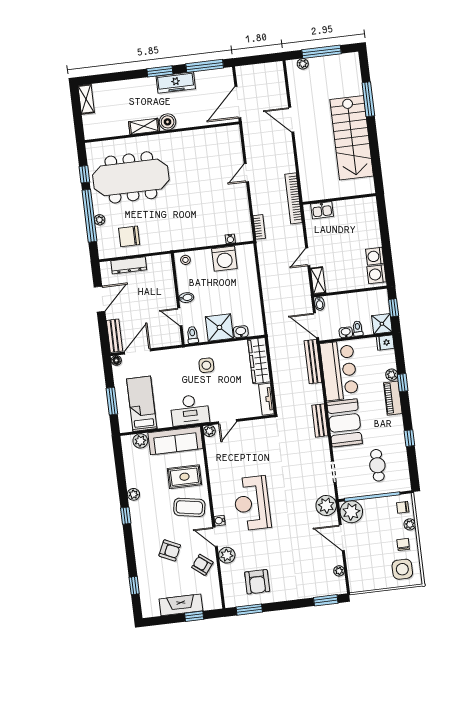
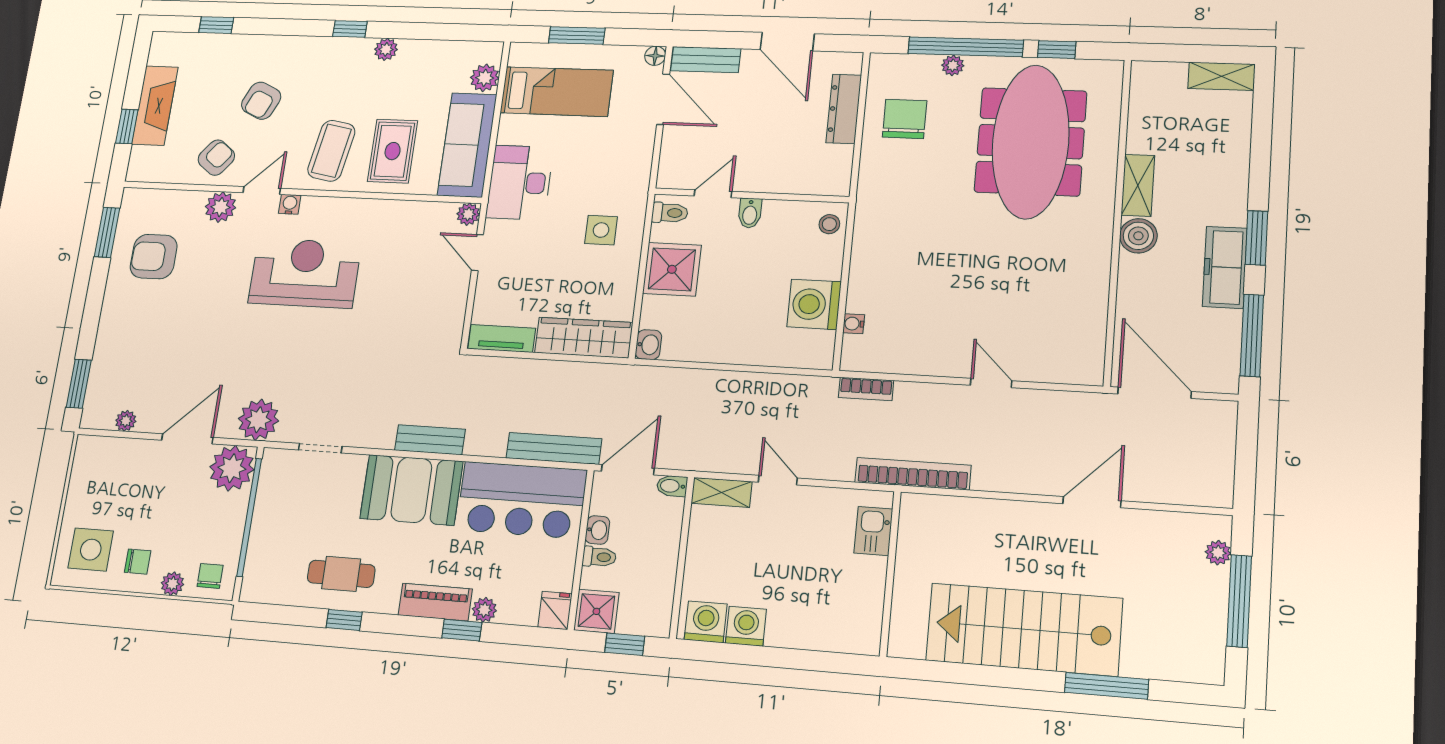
washbasin: (241, 332) -> (648, 345), moved
cafe table: (377, 465) -> (341, 574), moved

